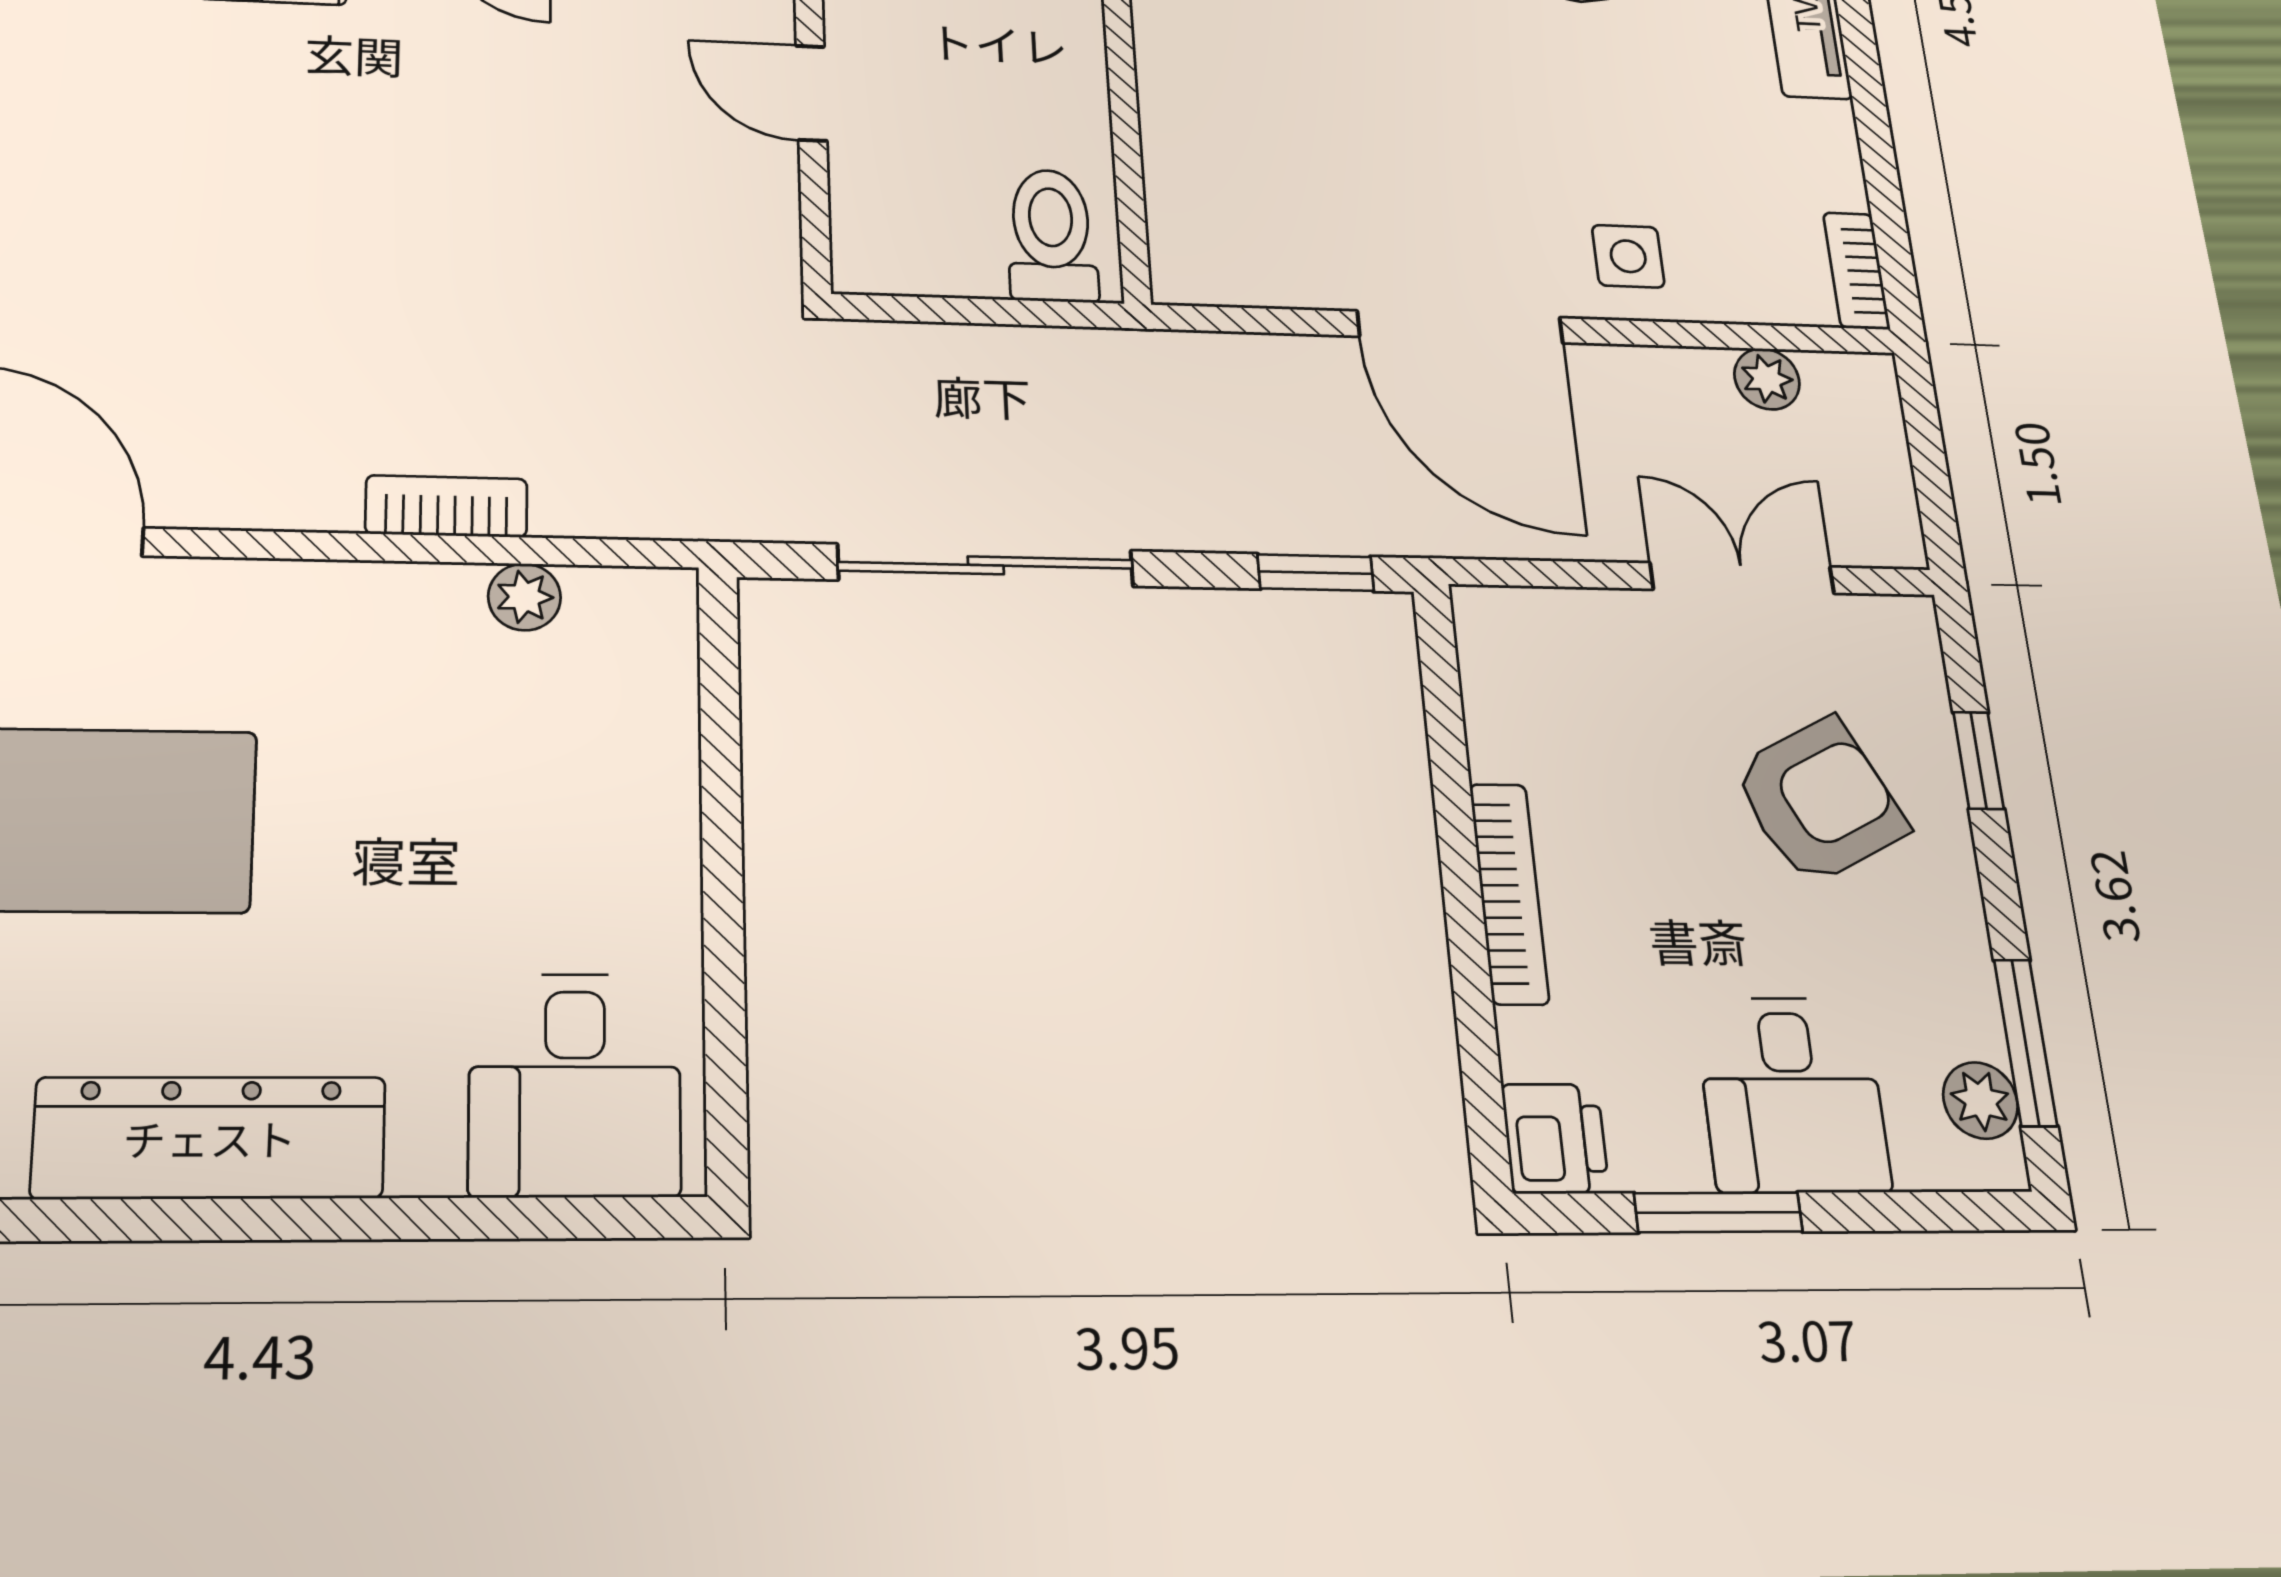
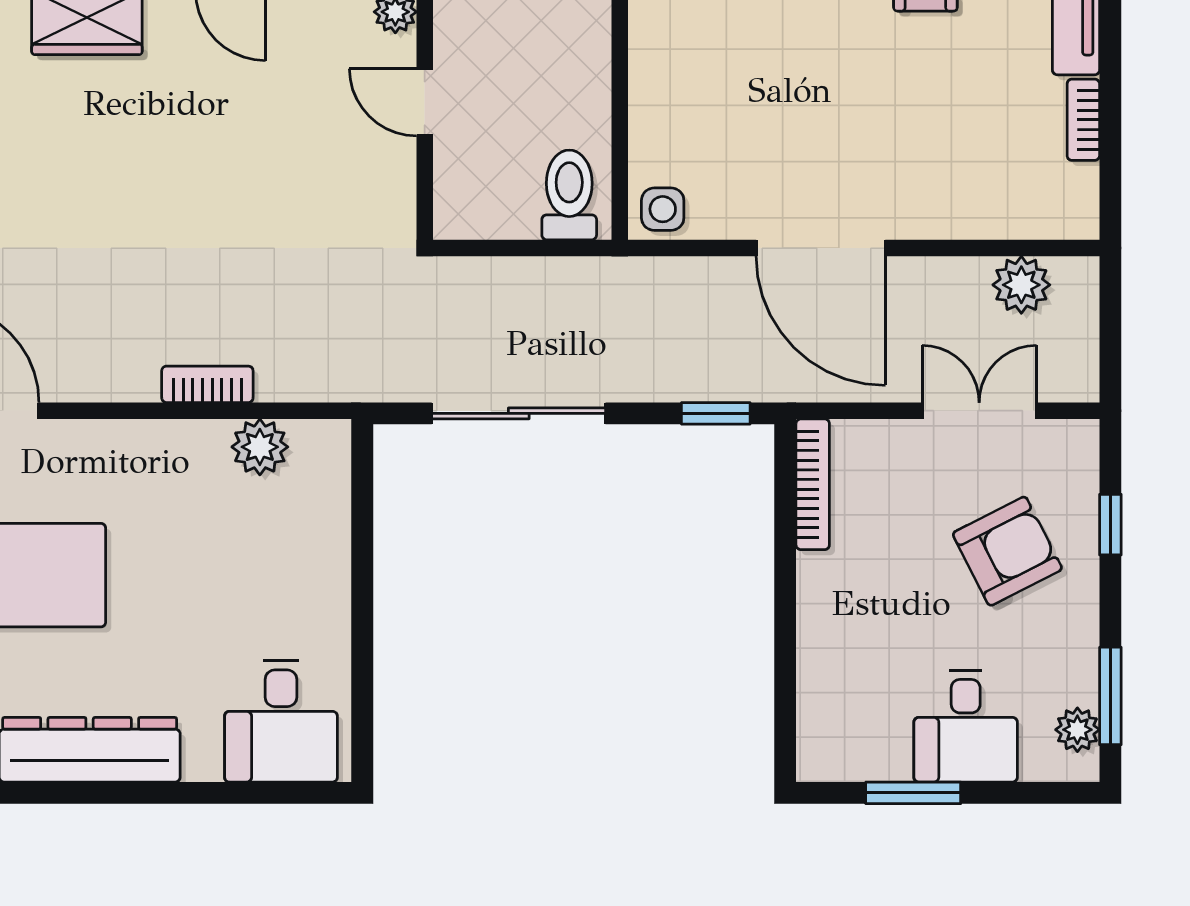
side table: (1628, 256) -> (663, 209), moved
bookcase: (1856, 271) -> (1083, 120), moved
plant: (1767, 379) -> (1021, 285), width x1.38, depth x1.38
plant: (524, 597) -> (260, 447), width x1.38, depth x1.38
bookcase: (1509, 893) -> (813, 484), moved
printer: (1555, 1139) -> (824, 751), removed

